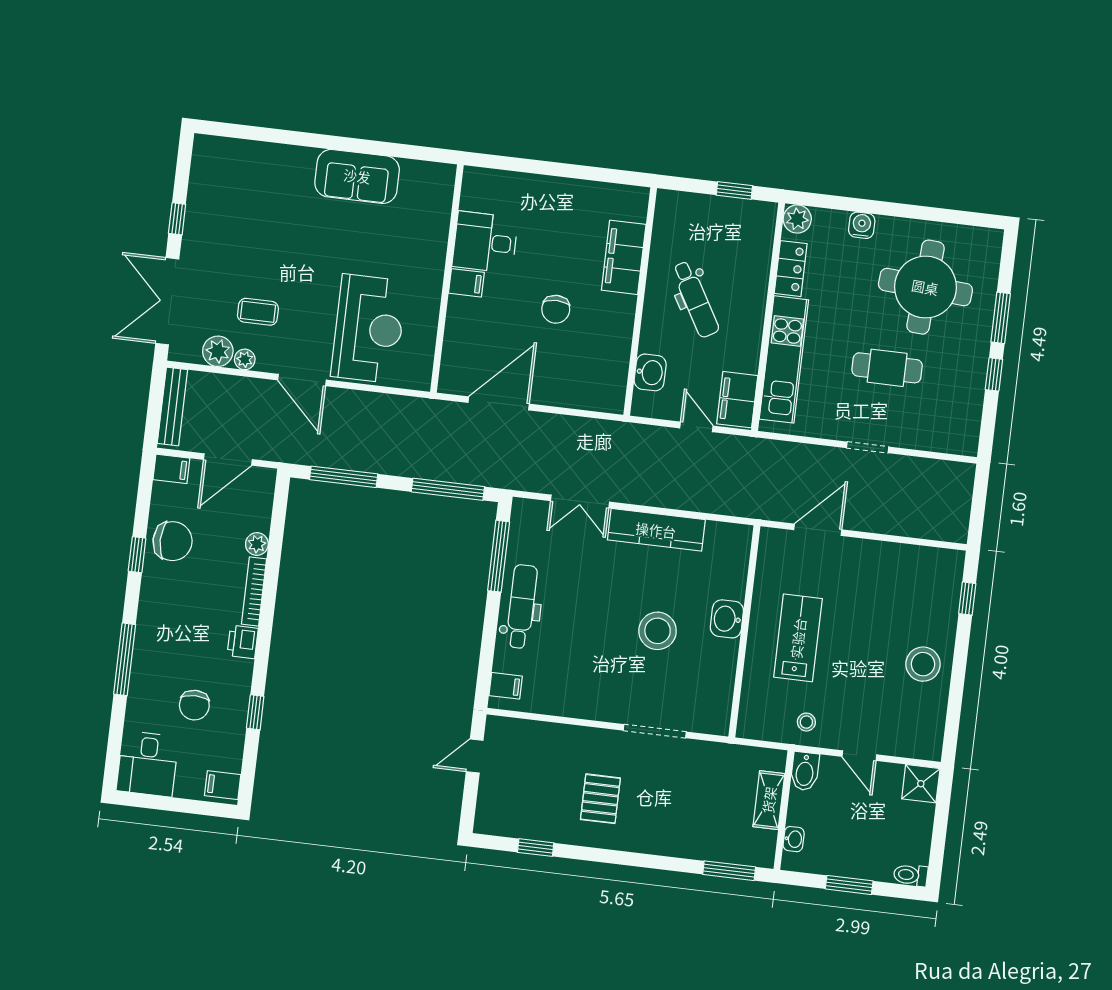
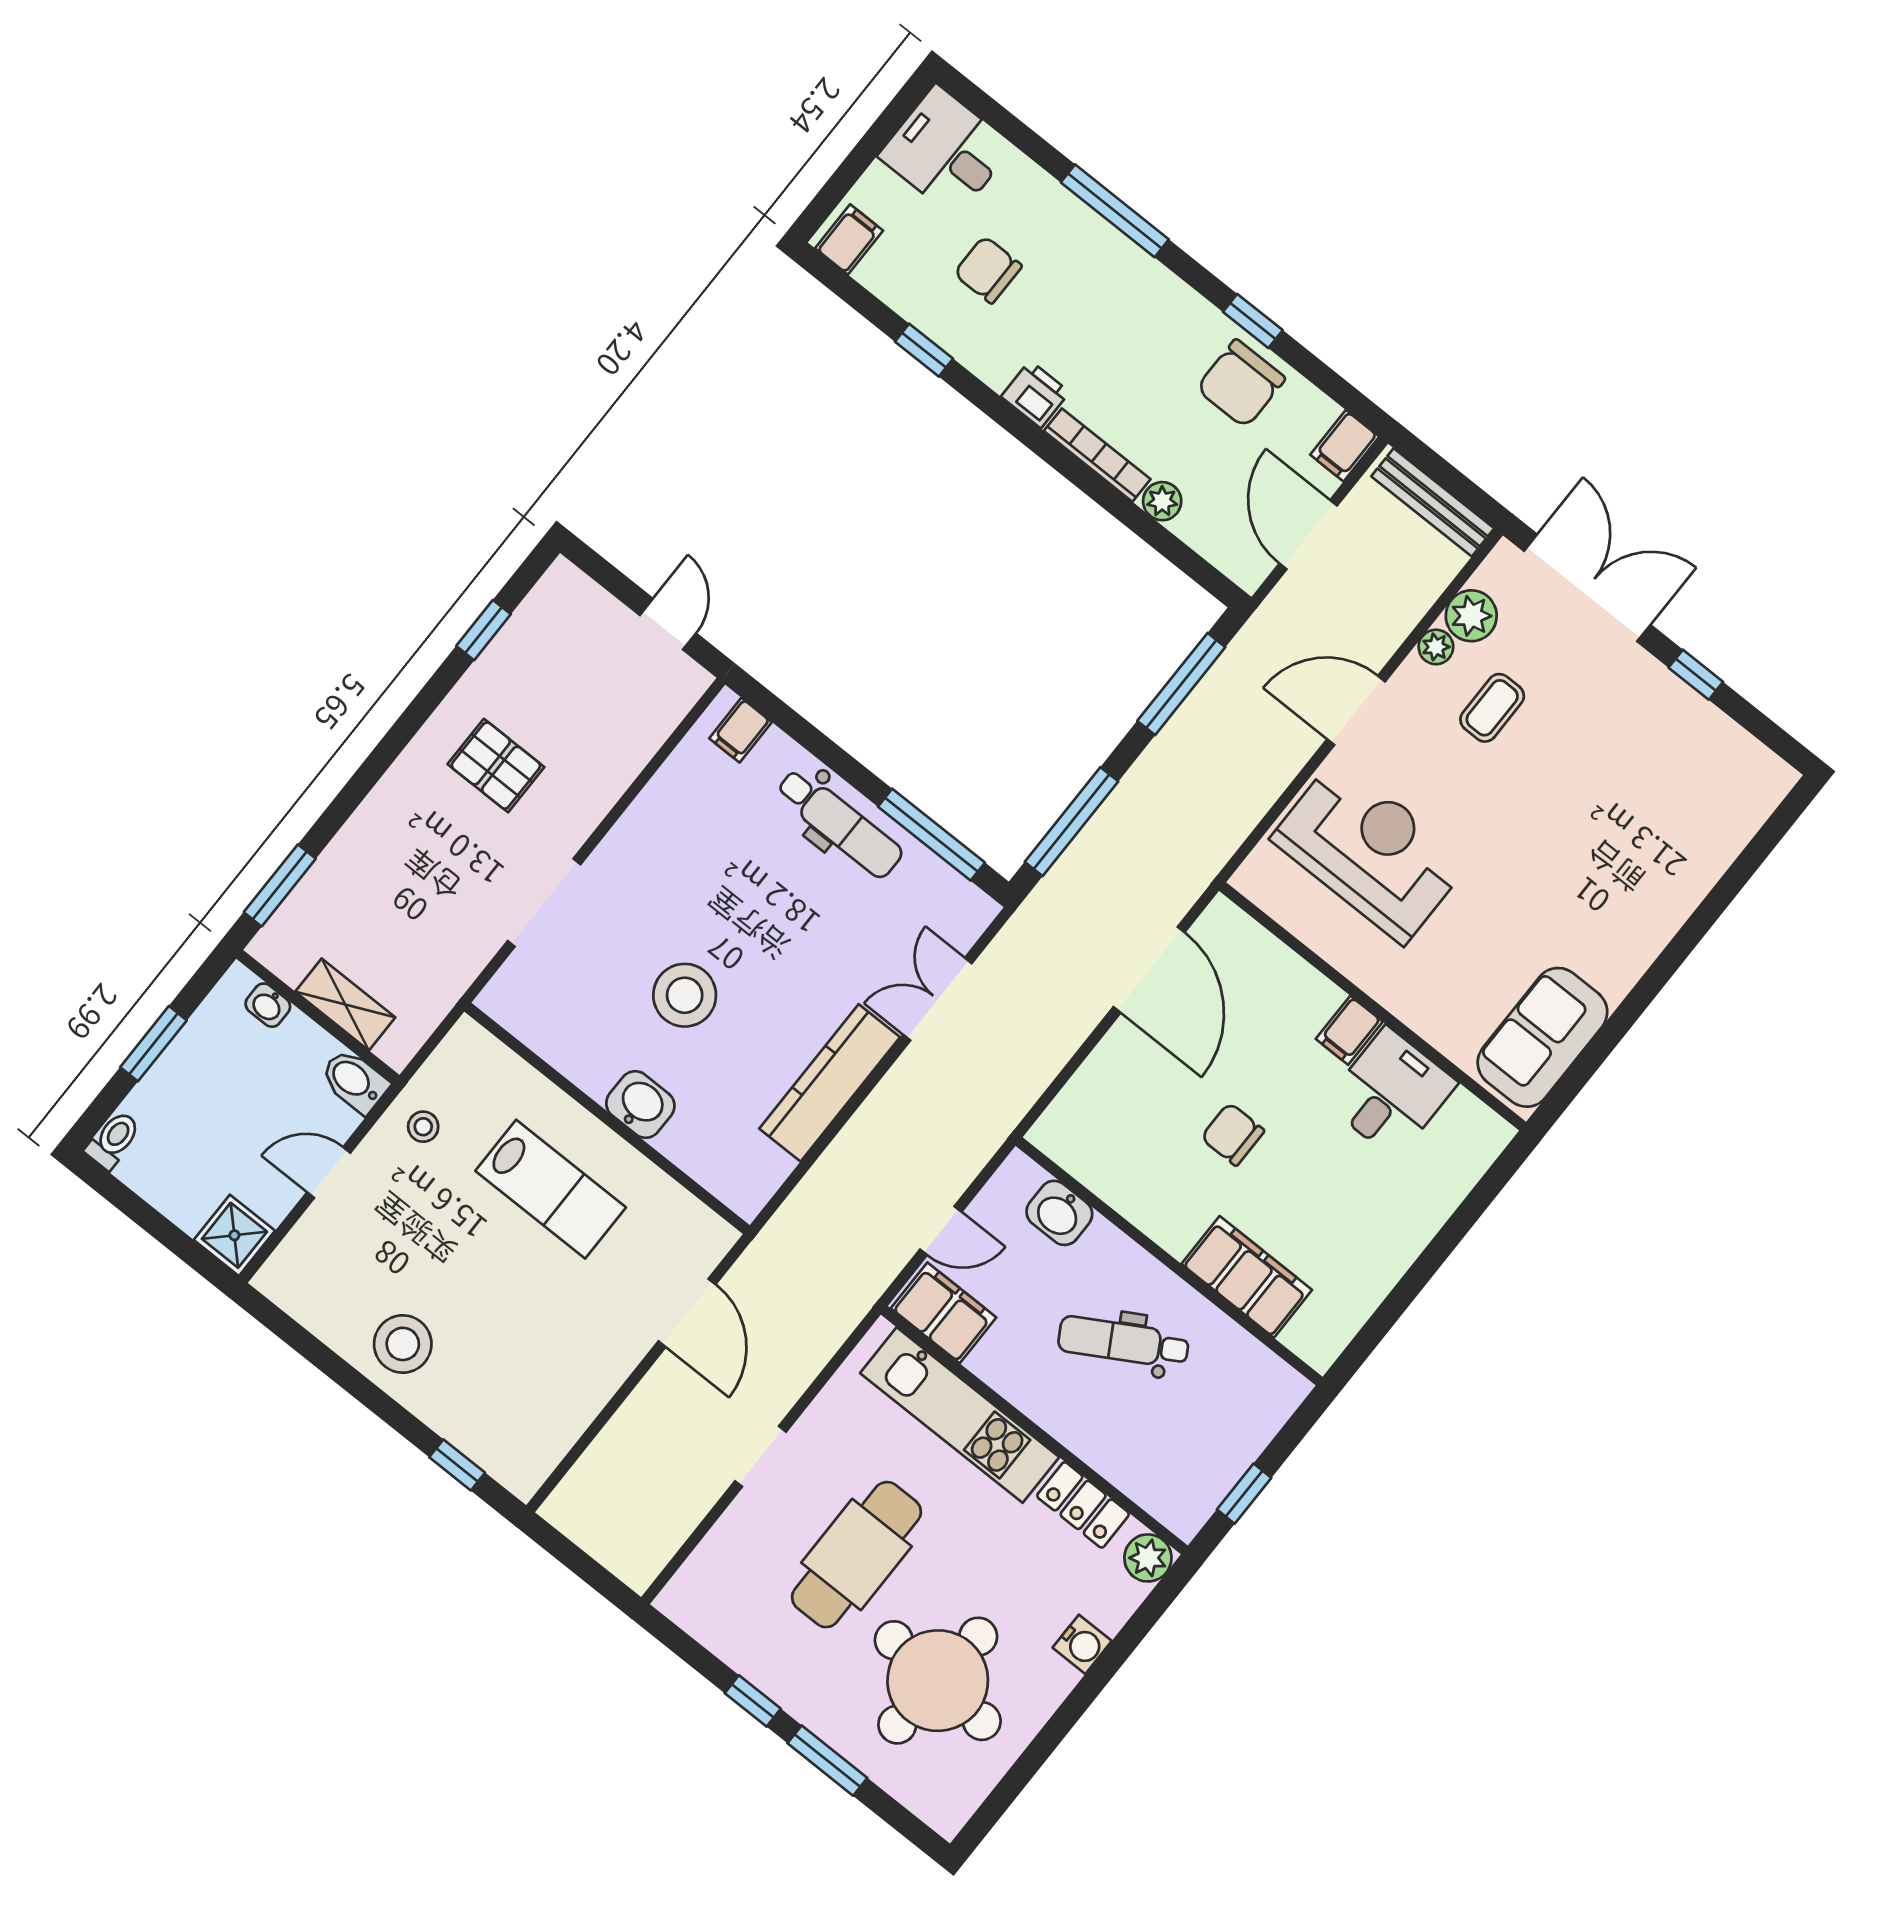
sofa: (357, 176) -> (1542, 1037), moved
reception desk: (369, 329) -> (1370, 851), turned 180
cafe table: (887, 368) -> (857, 1555), width x1.37, depth x1.35

